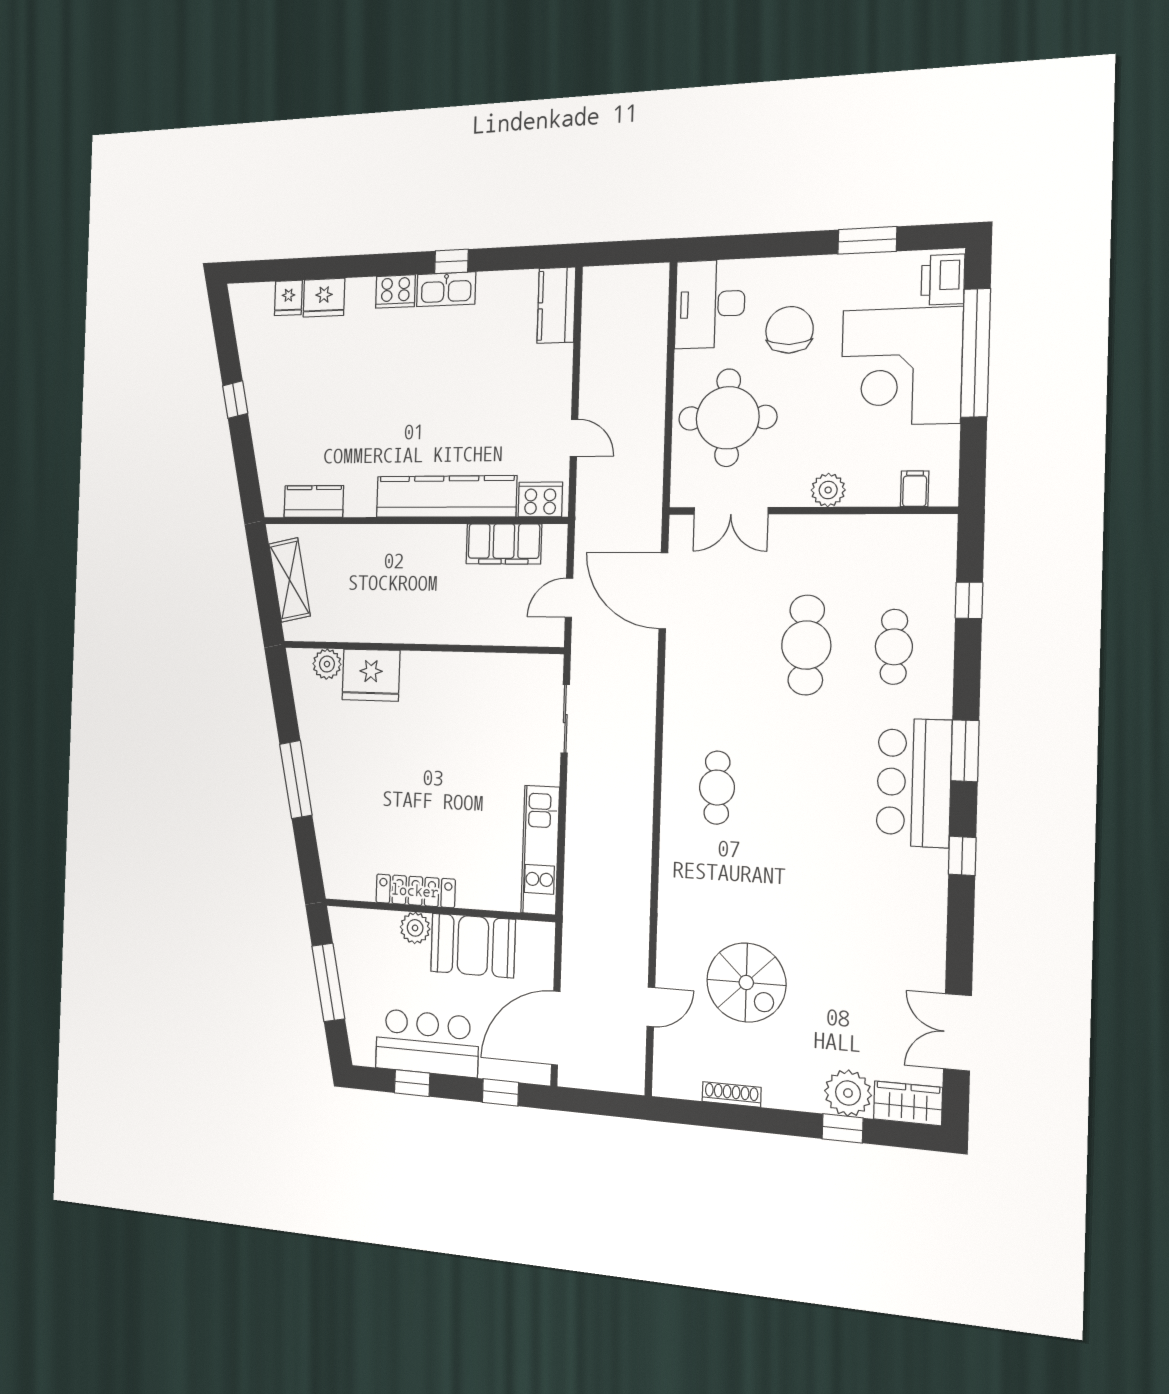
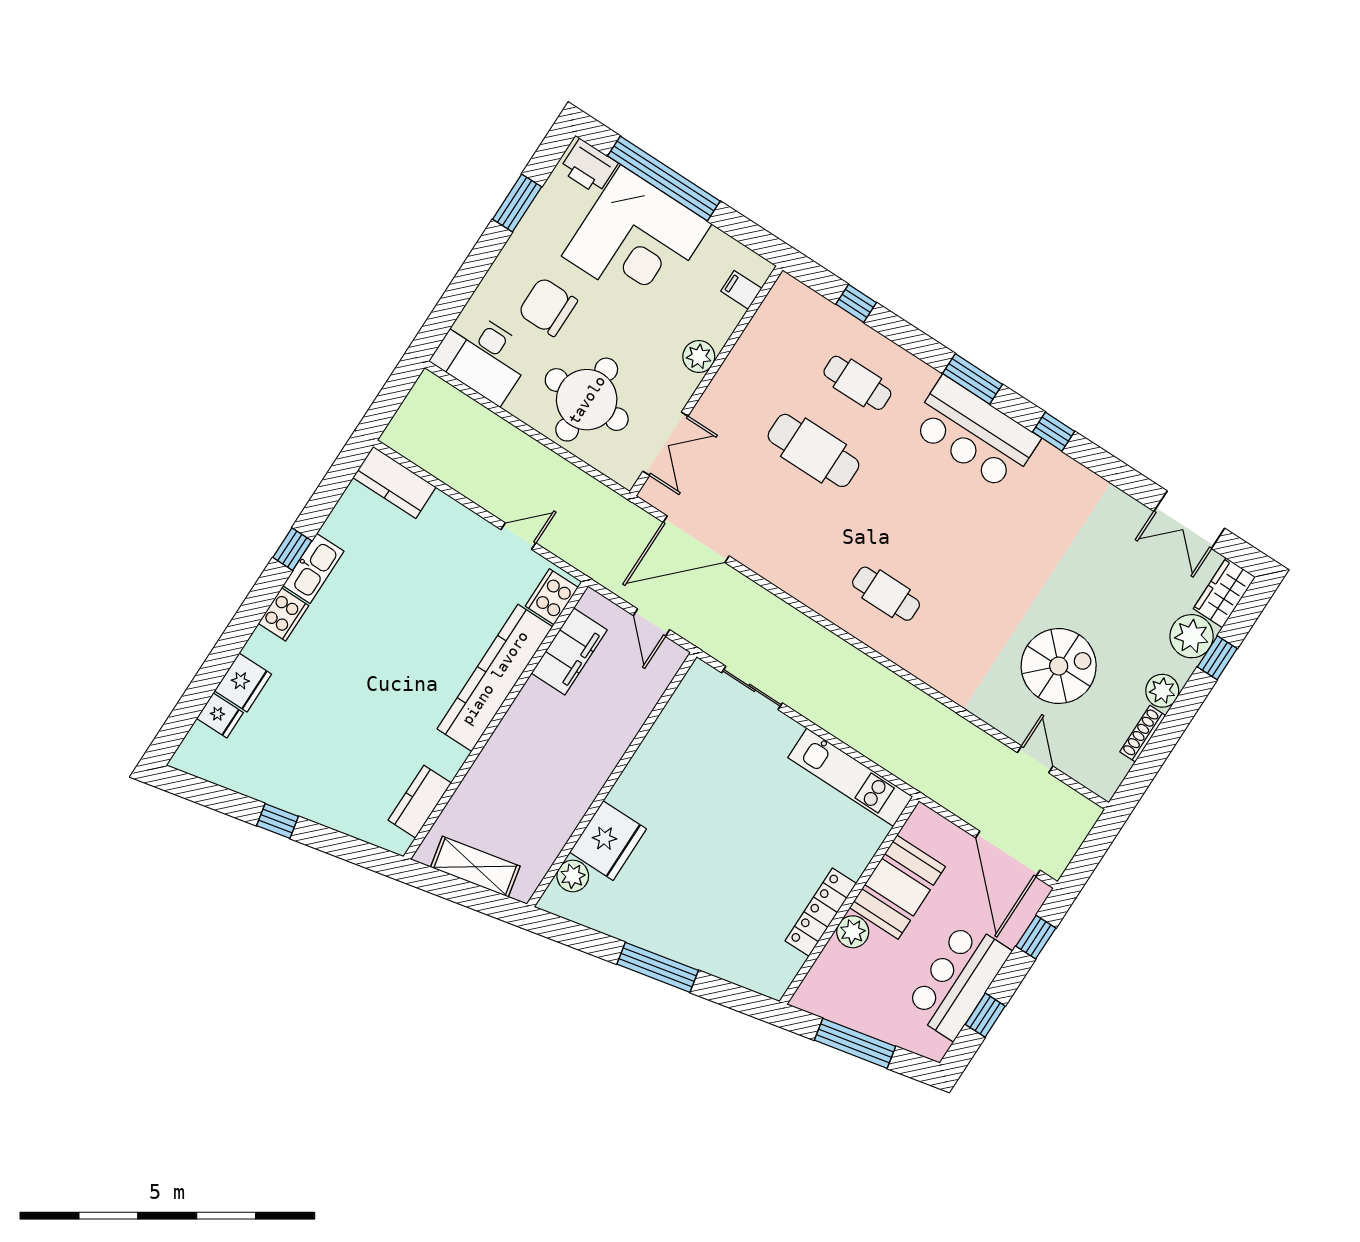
plant: (781, 1092) -> (1162, 691), added

